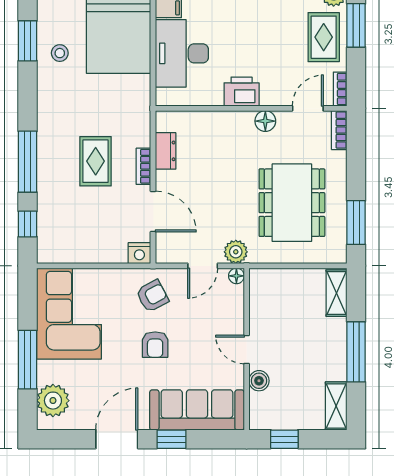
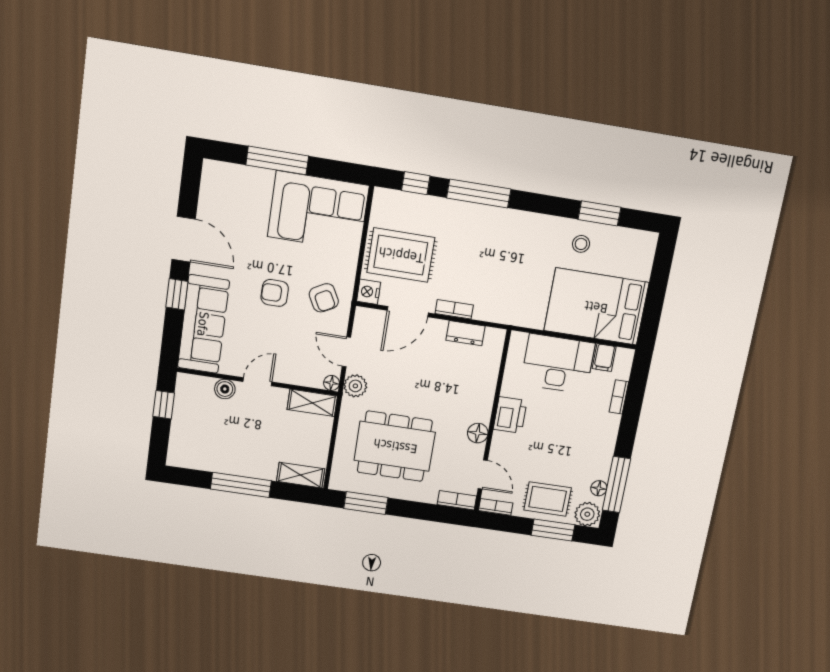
rug: (96, 161) -> (401, 255), moved, width x1.36, depth x1.43
plant: (53, 401) -> (232, 180), removed
shelving: (336, 406) -> (312, 403), moved

